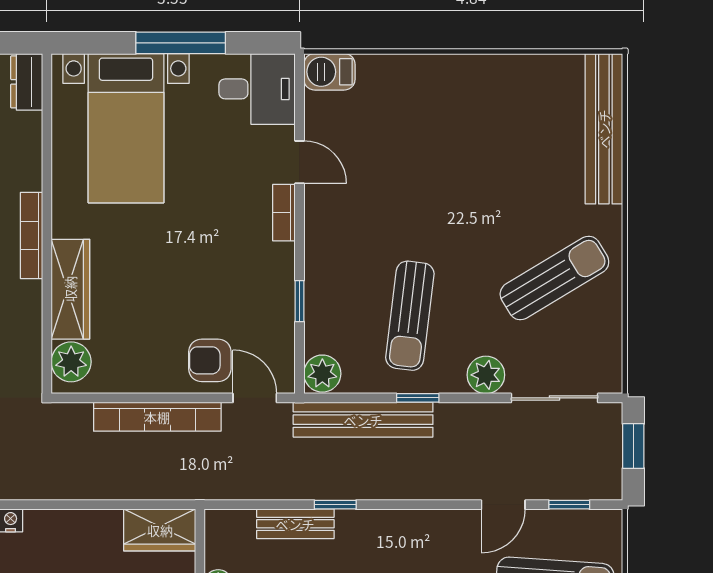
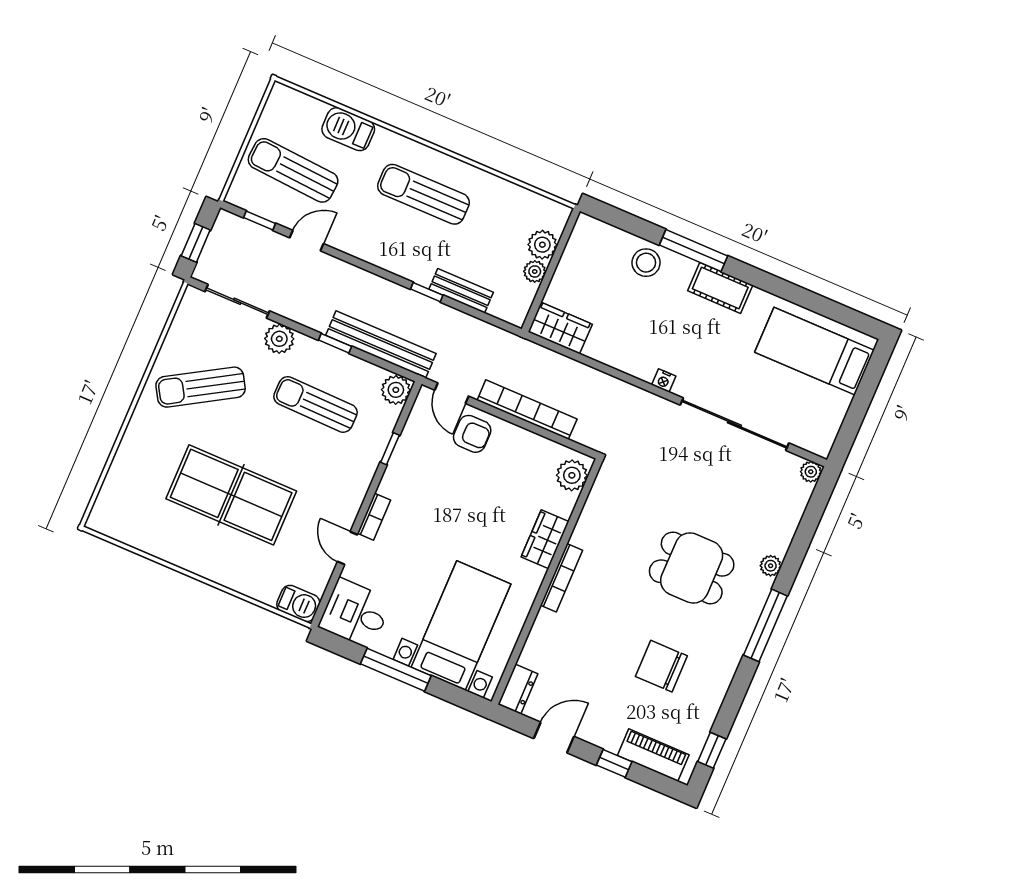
bench: (604, 129) -> (120, 479), removed
table tennis table: (464, 166) -> (231, 495), added
wardrobe: (70, 289) -> (545, 539), width x0.67
sun lounger: (410, 316) -> (315, 404), turned -96

